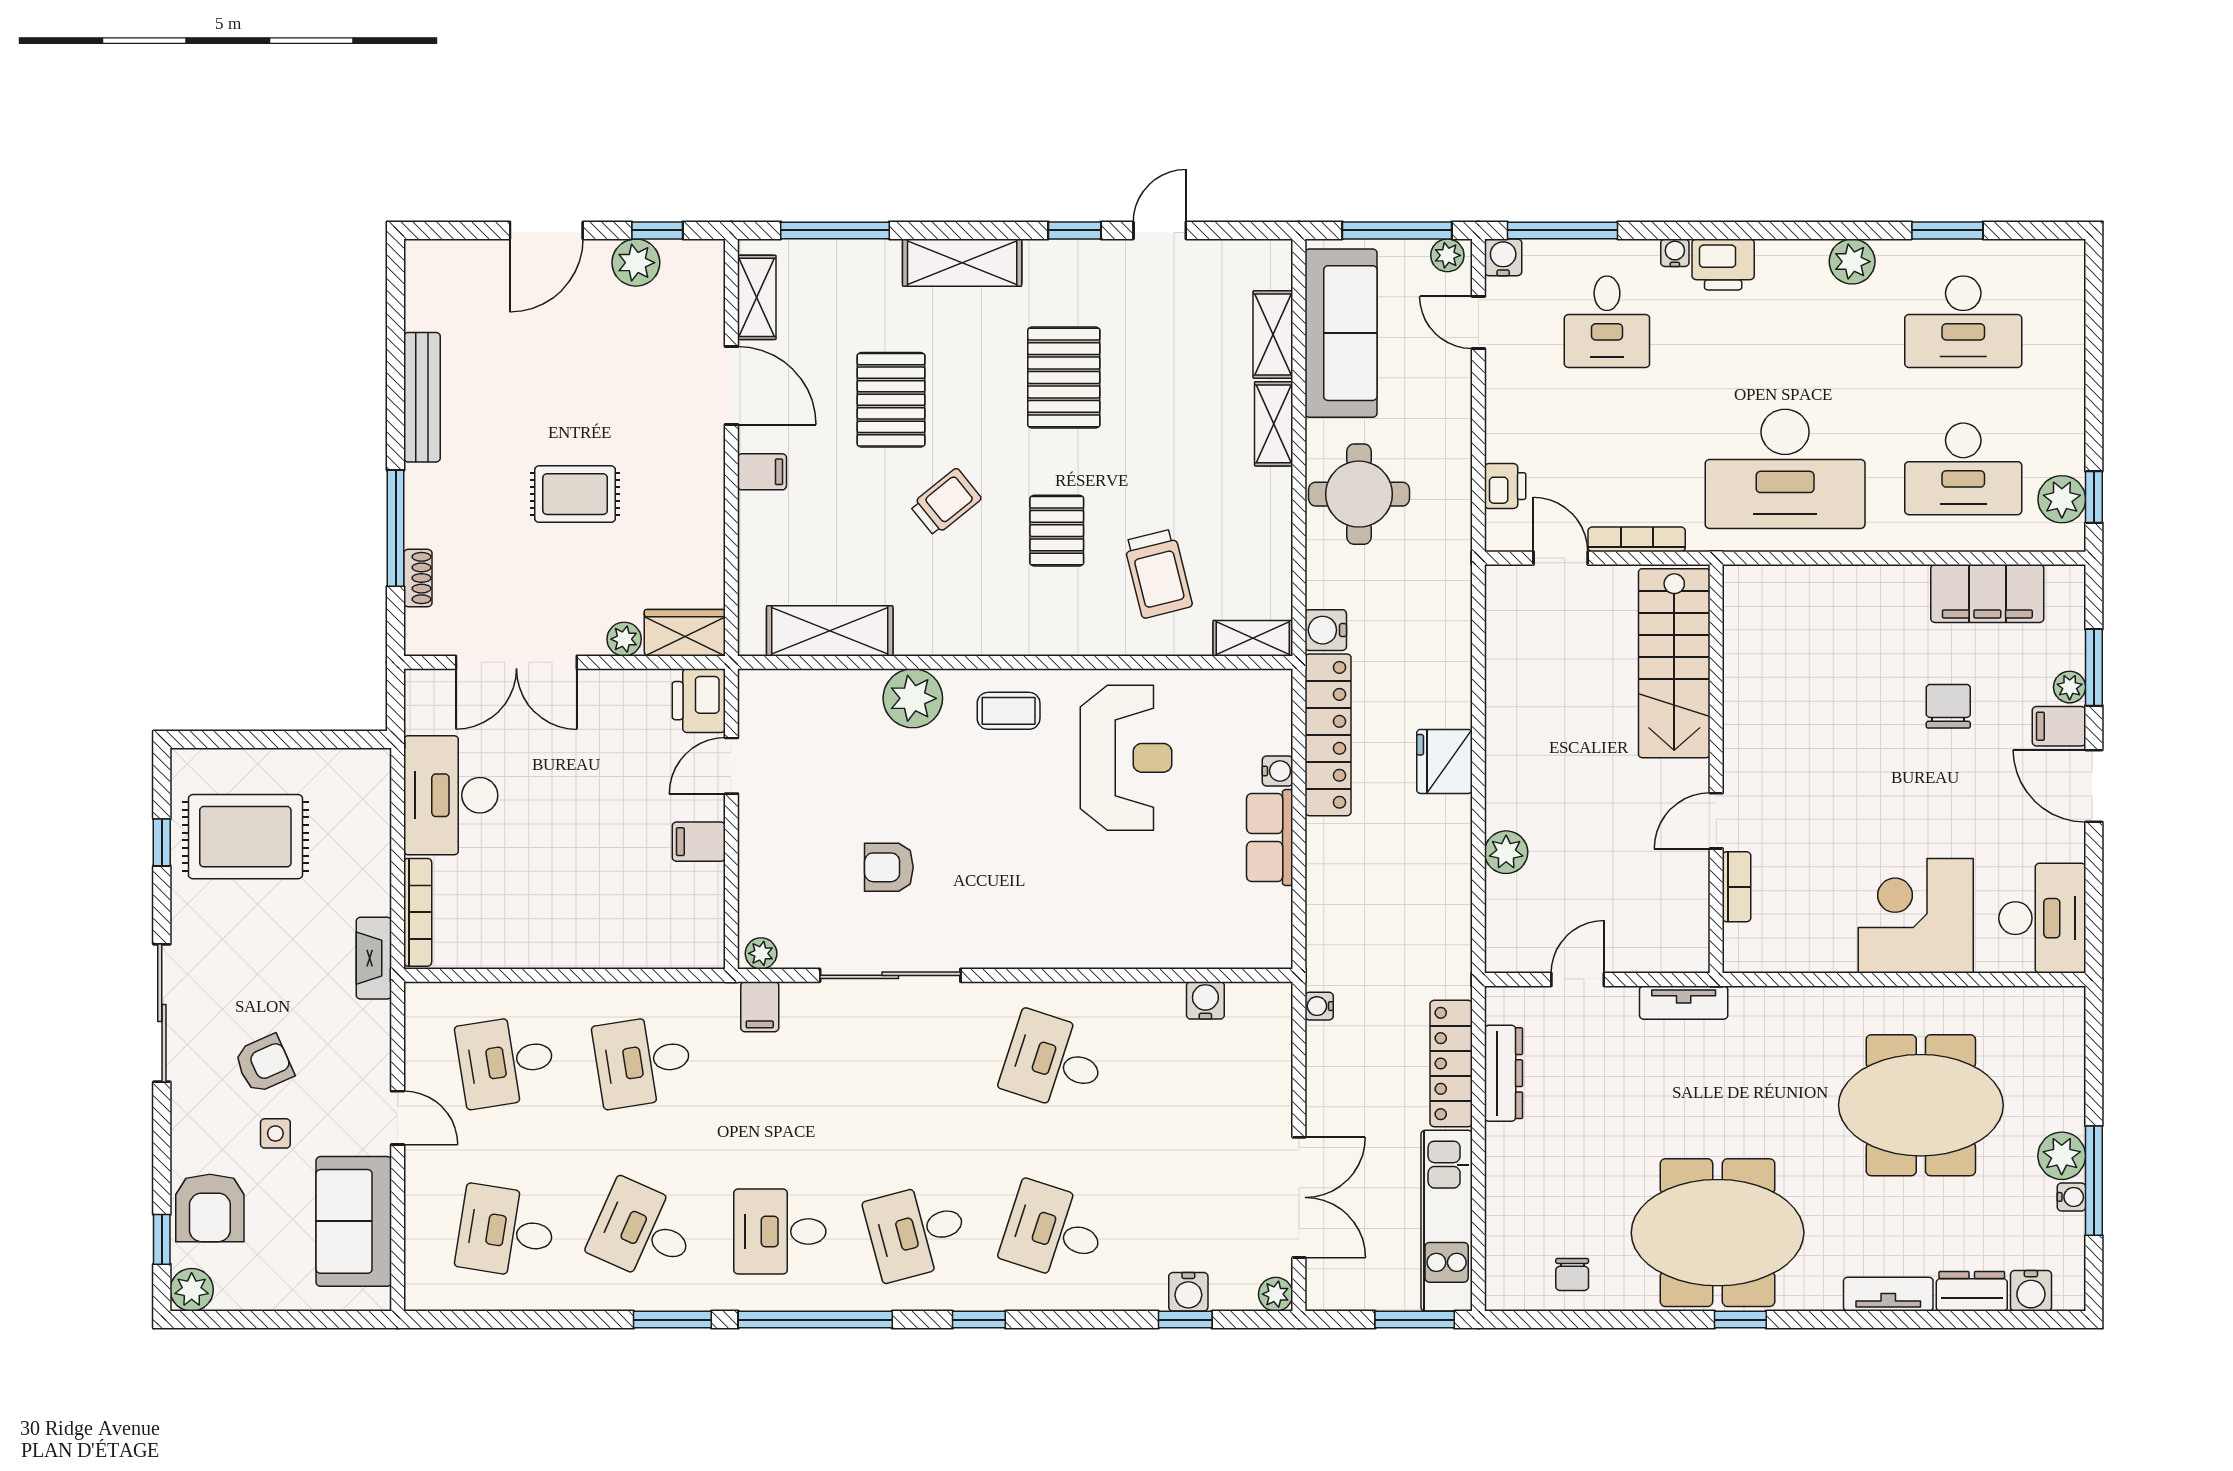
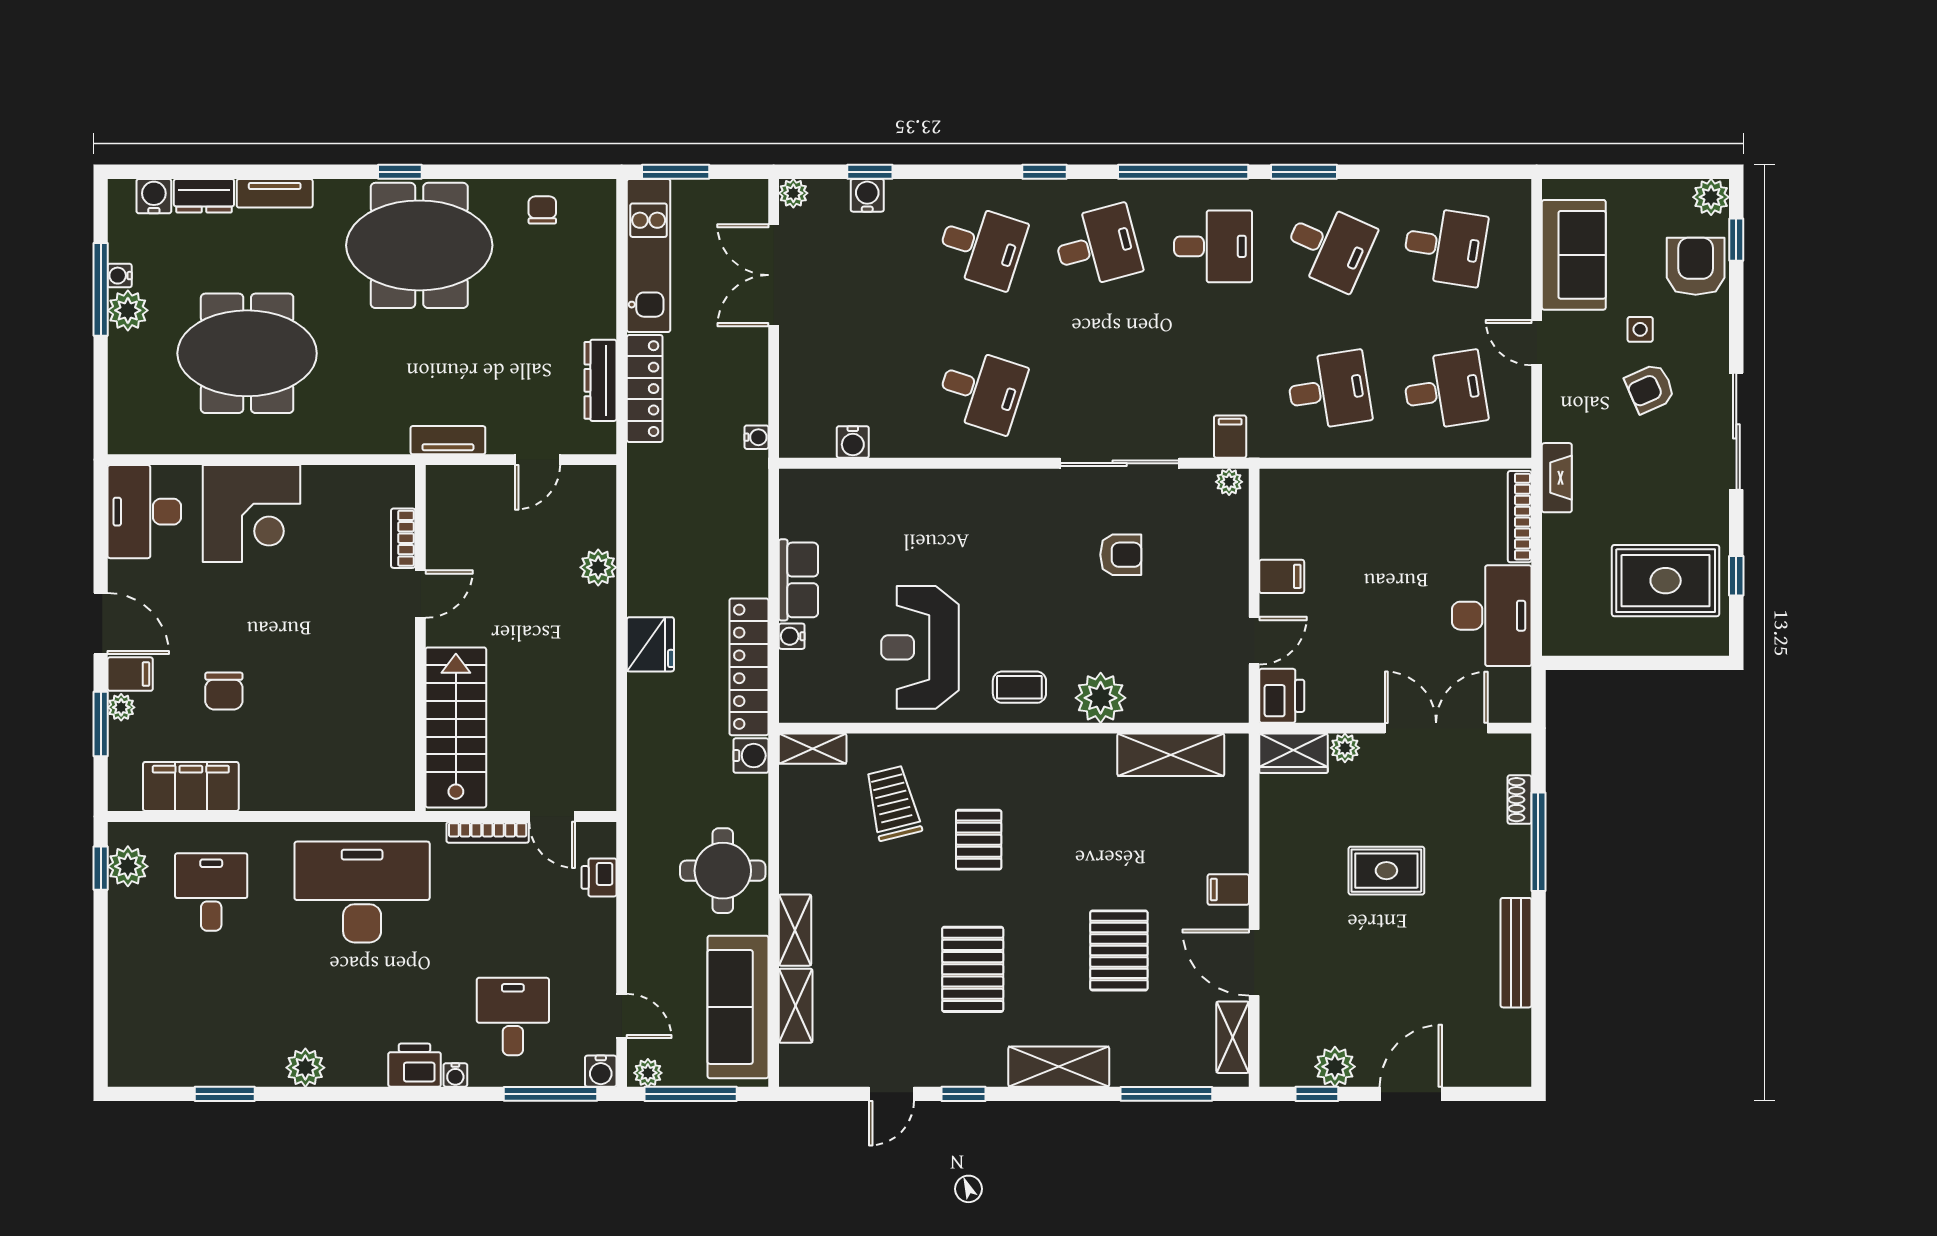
desk: (1963, 322) -> (211, 1017), removed
desk: (1963, 469) -> (211, 892), width x0.73
trolley: (946, 502) -> (1073, 864), removed

